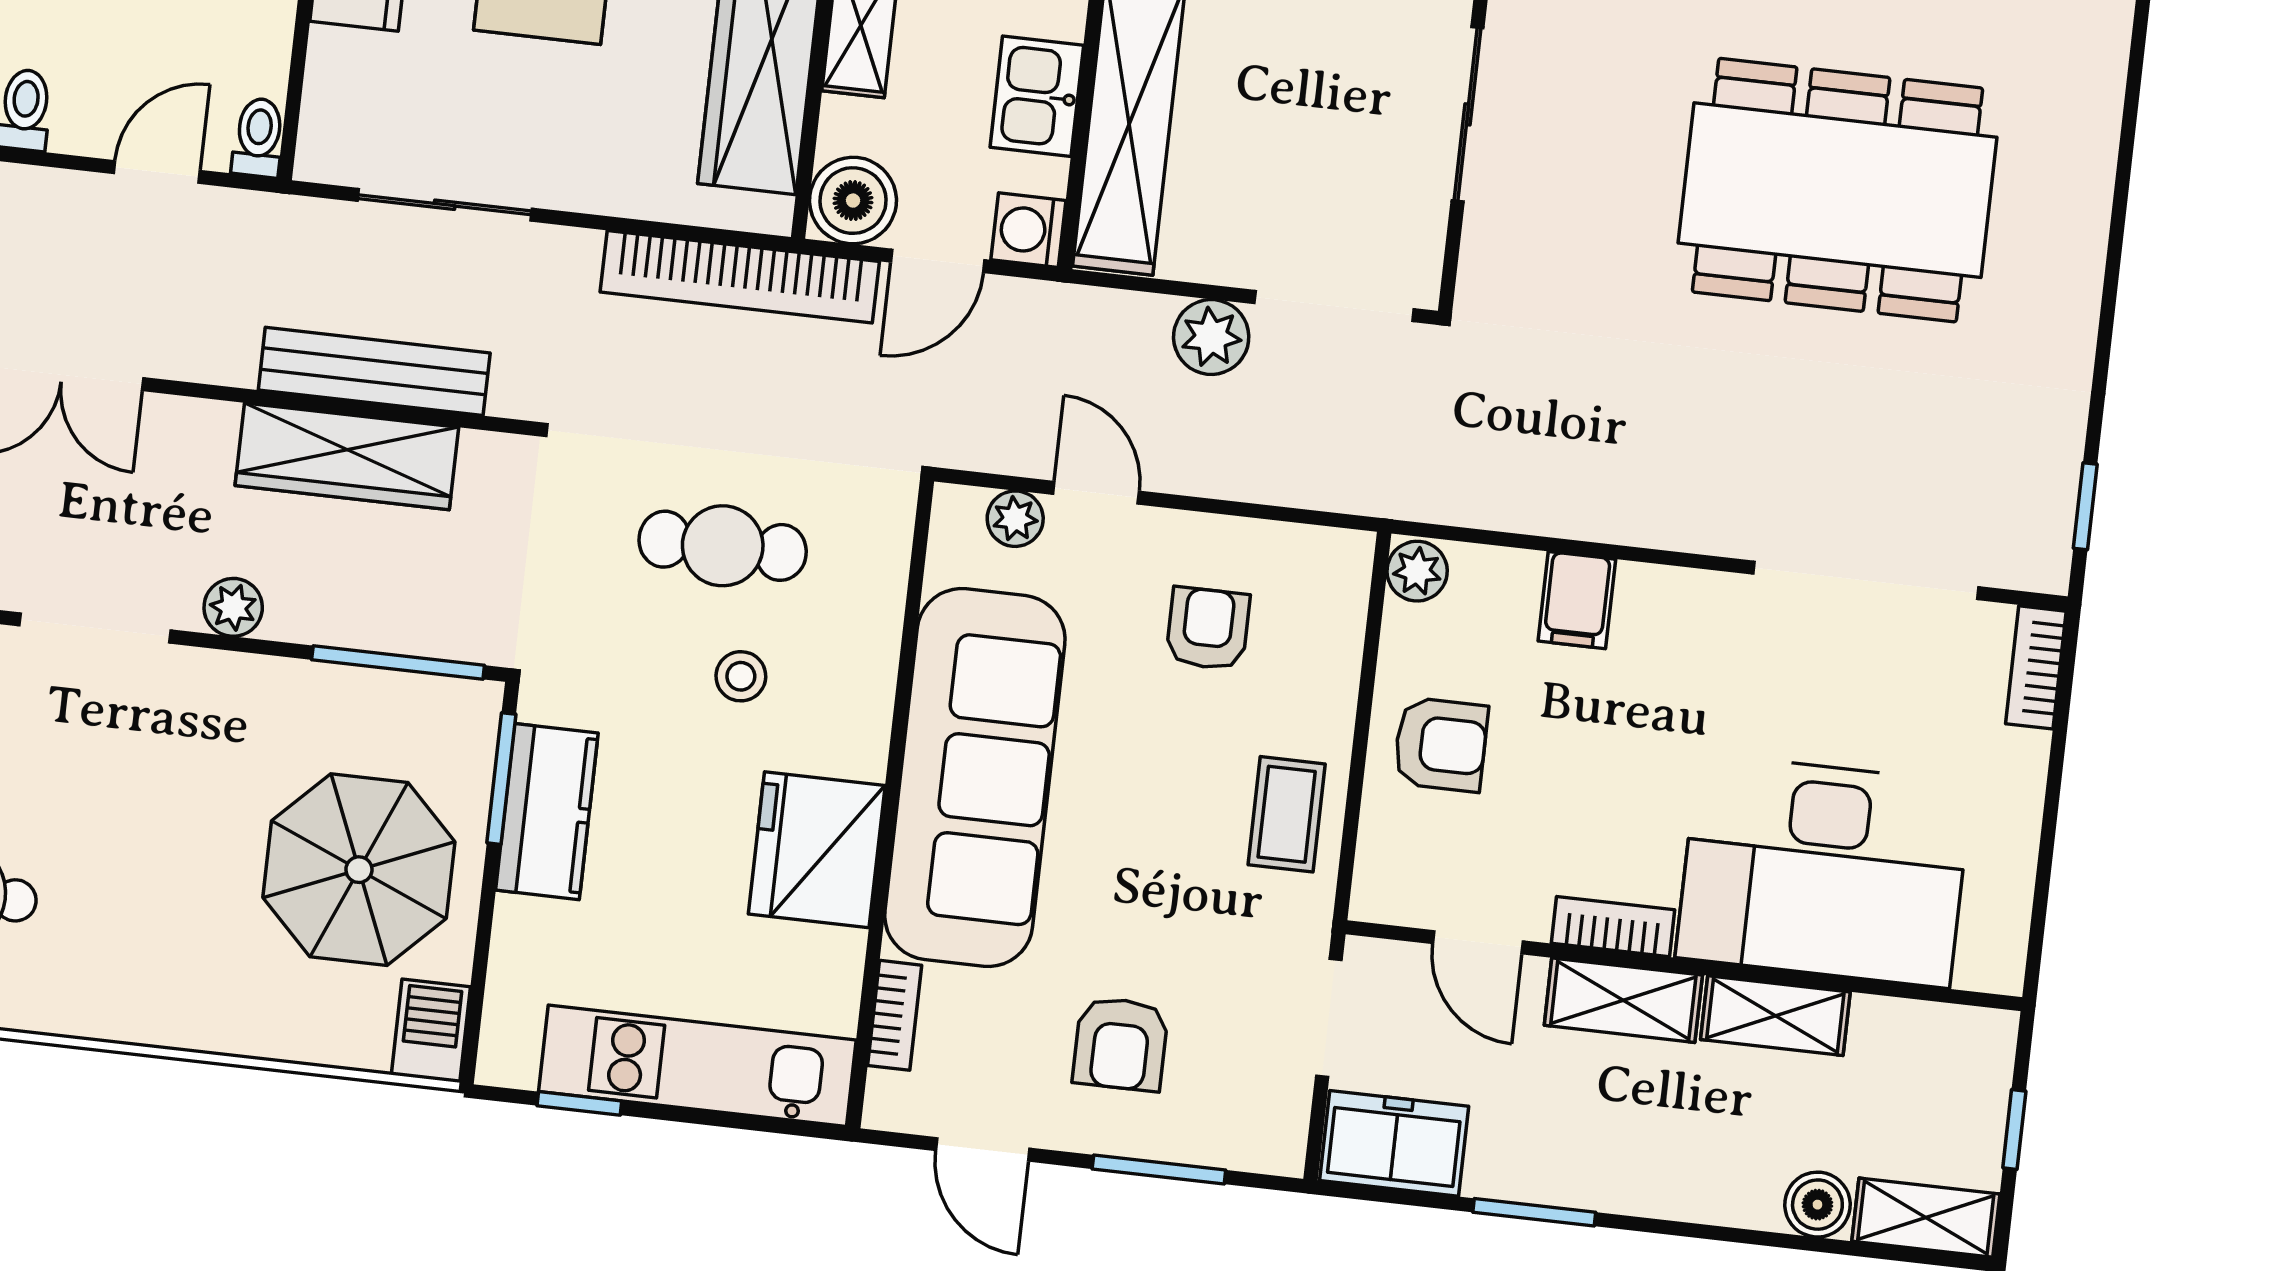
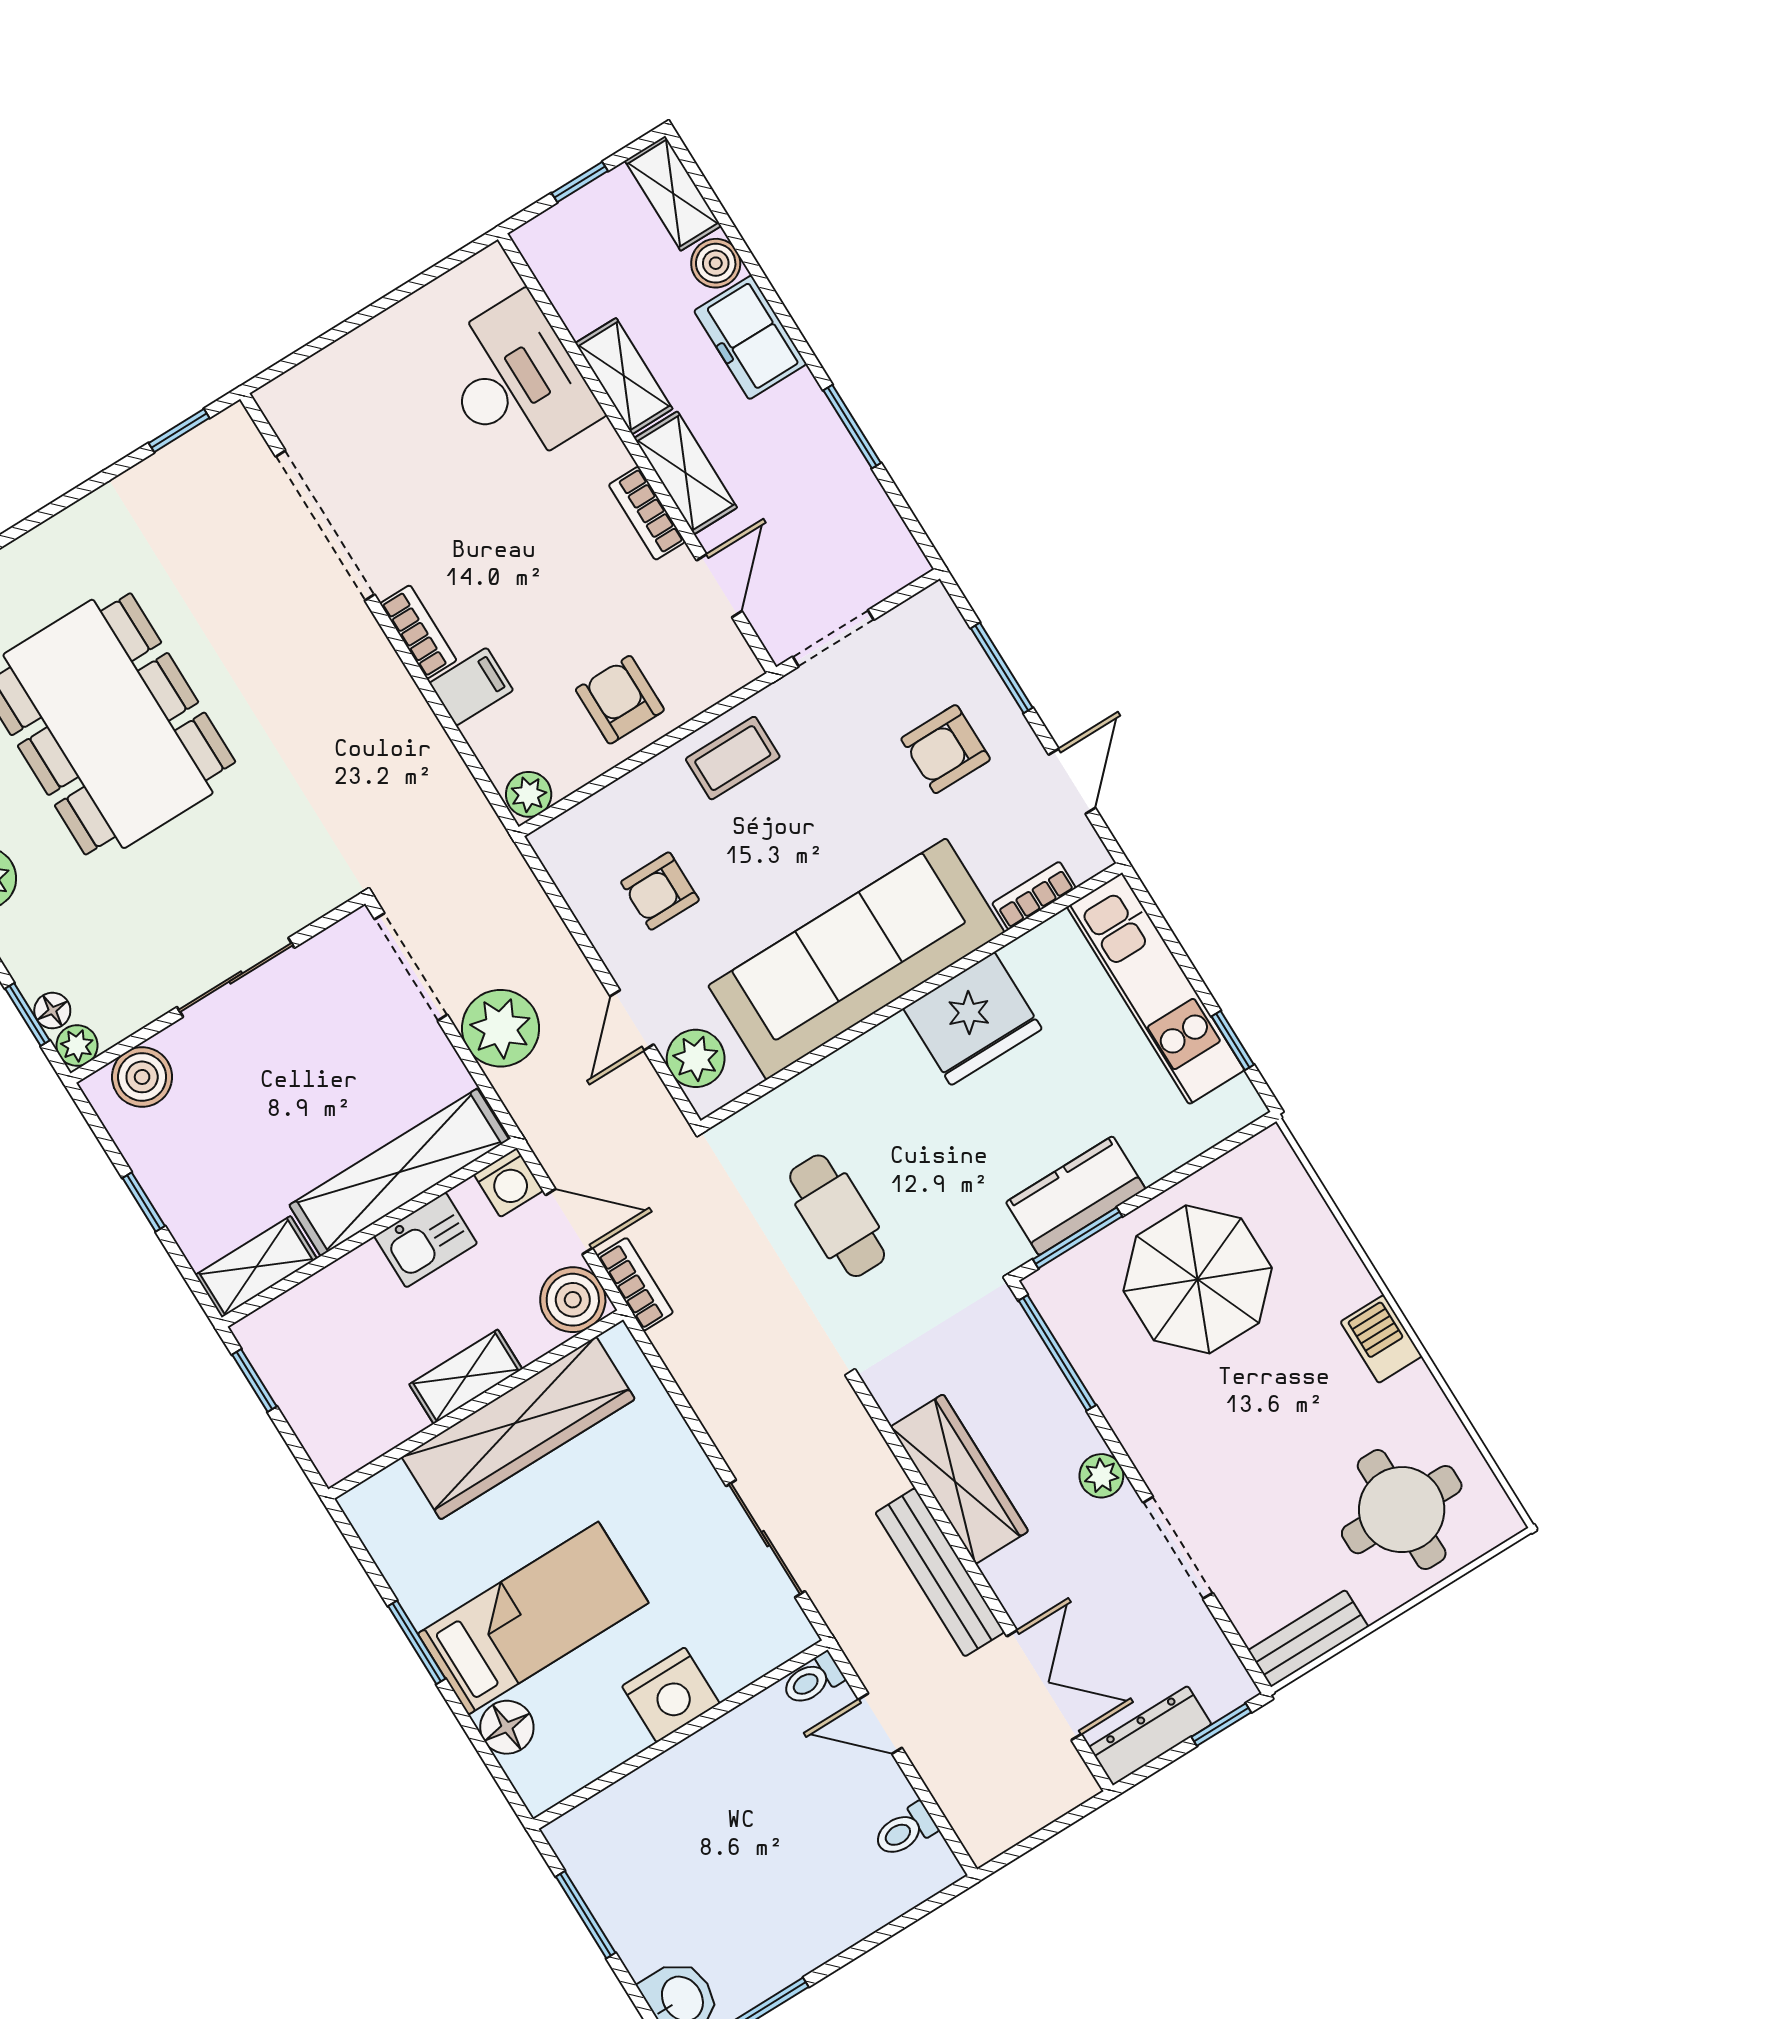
bookcase: (740, 277) -> (635, 1284), width x0.43, depth x0.76
plant: (1211, 337) -> (501, 1028), width x1.36, depth x1.36
bench: (374, 371) -> (940, 1572), moved
plant: (1015, 519) -> (696, 1058), width x1.38, depth x1.38
bookcase: (2036, 667) -> (418, 632), moved, turned -90
stool: (741, 676) -> (906, 1144), removed
desk: (1824, 870) -> (516, 382), width x0.73, depth x0.77
barbecue: (431, 1031) -> (1381, 1339), moved, turned 90
armchair: (1121, 1044) -> (946, 749), turned 180
freezer: (1394, 1143) -> (750, 337), moved

